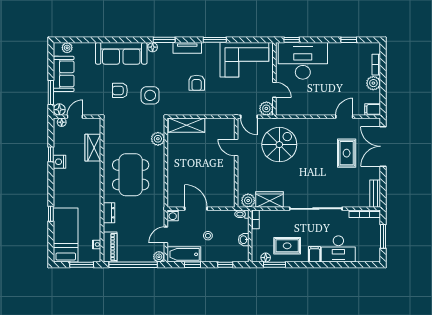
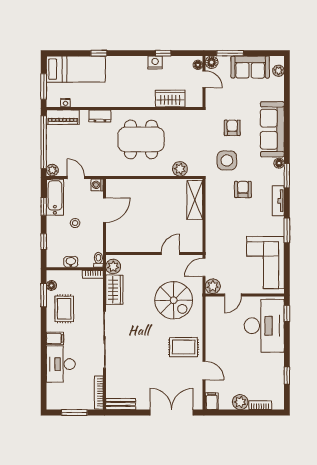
armchair: (197, 83) -> (243, 189), moved, turned 90
rug: (347, 153) -> (184, 347), moved

